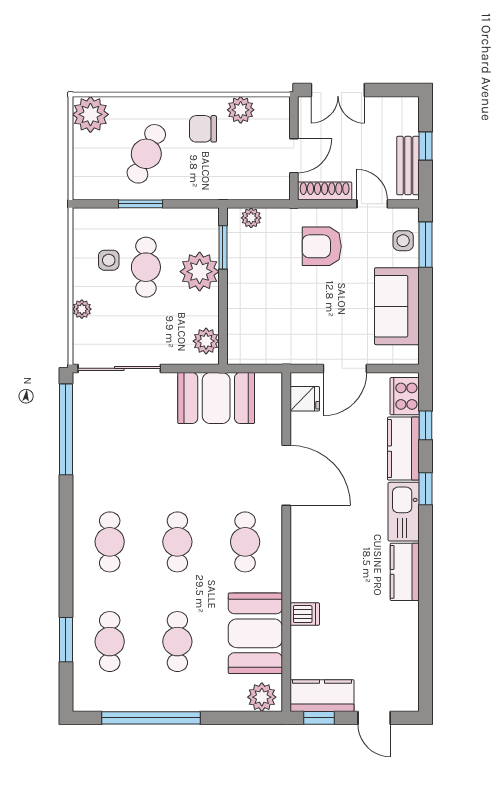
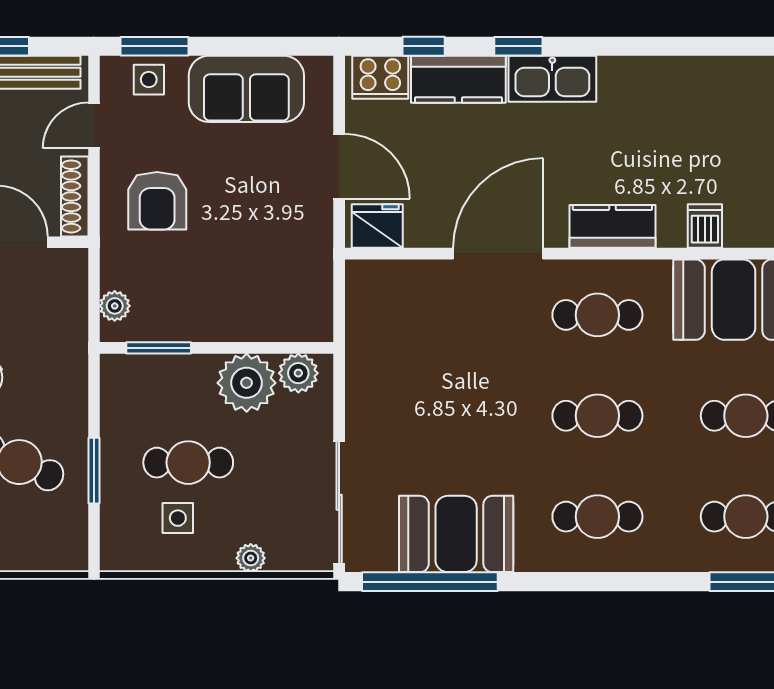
plant: (200, 272) -> (247, 383), moved
booth: (216, 398) -> (456, 534), moved, turned 90
fridge: (305, 399) -> (377, 226), width x1.38
kitchen counter: (405, 572) -> (612, 226), moved, turned 180

